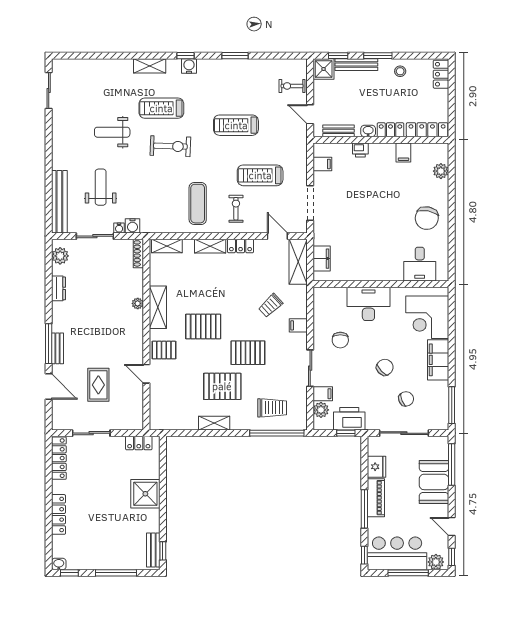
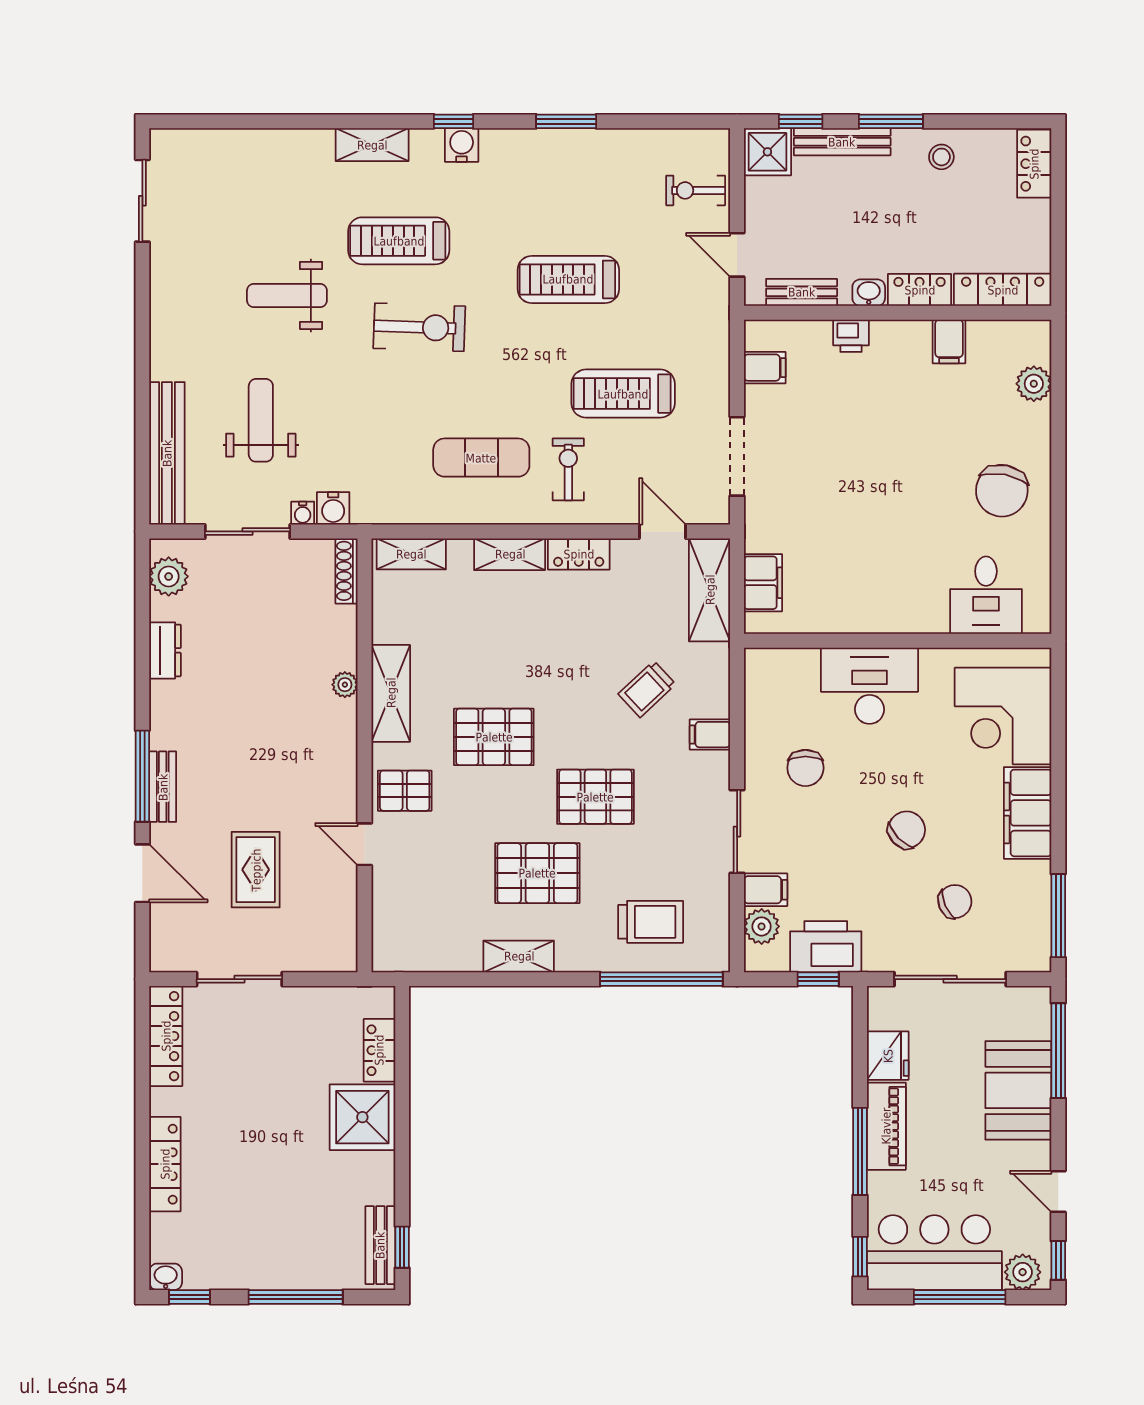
exercise mat: (198, 204) -> (481, 458), turned 90
locker: (139, 443) -> (379, 1050), moved, turned 90

